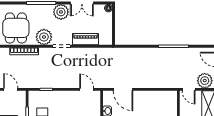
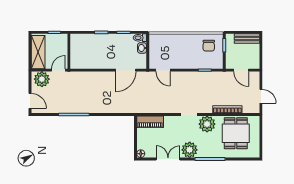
piano: (86, 39) -> (150, 122), moved
door: (123, 89) -> (126, 70), swing flipped
door: (189, 89) -> (58, 70), hinge flipped

